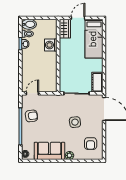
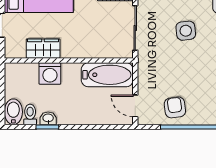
wardrobe: (65, 29) -> (43, 49), moved
bathtub: (50, 78) -> (107, 75), added

